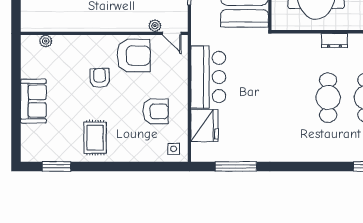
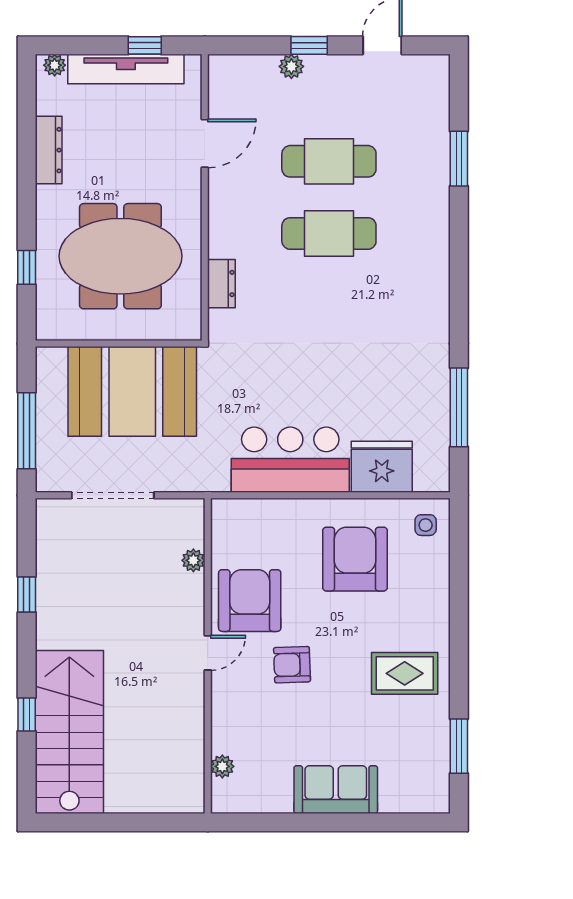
door: (172, 33) -> (208, 653), moved
dresser: (335, 41) -> (221, 284), moved
armchair: (156, 111) -> (355, 559), width x1.36, depth x1.36

